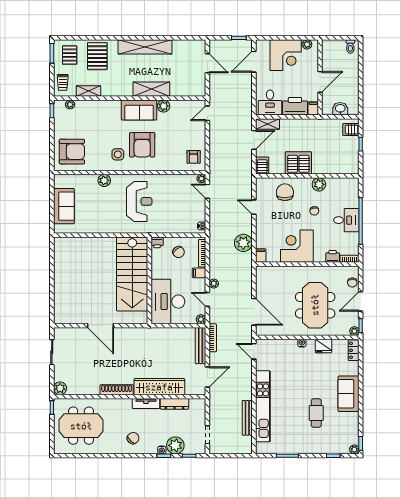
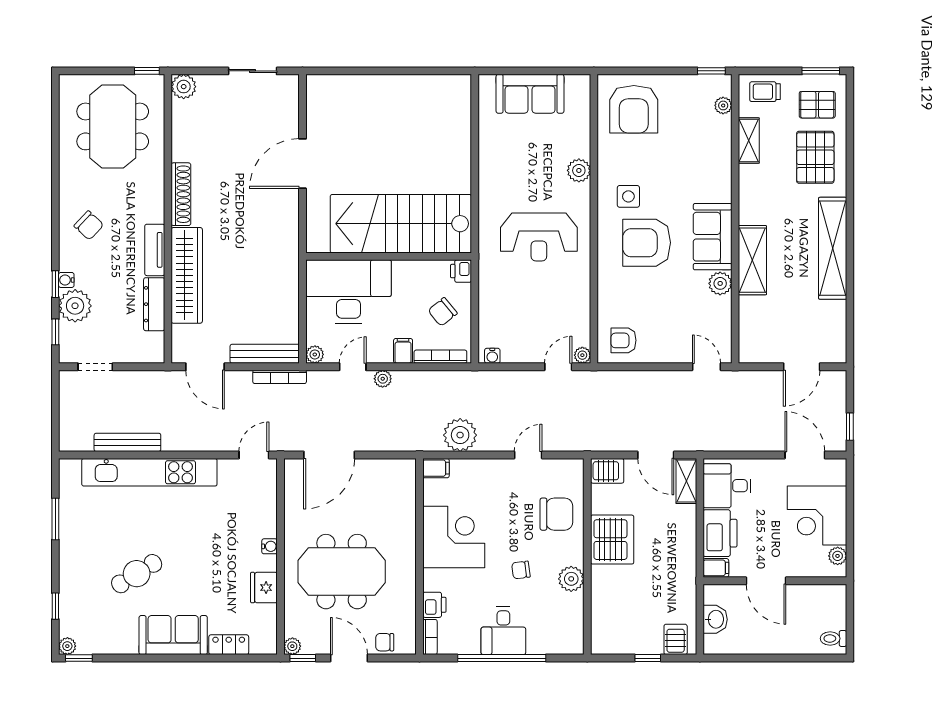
pallet: (97, 56) -> (815, 157), turned 90
locker: (354, 350) -> (229, 645), moved
cafe table: (316, 413) -> (137, 574), turned -32

